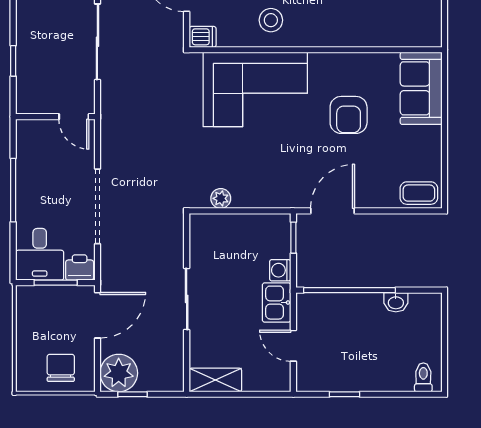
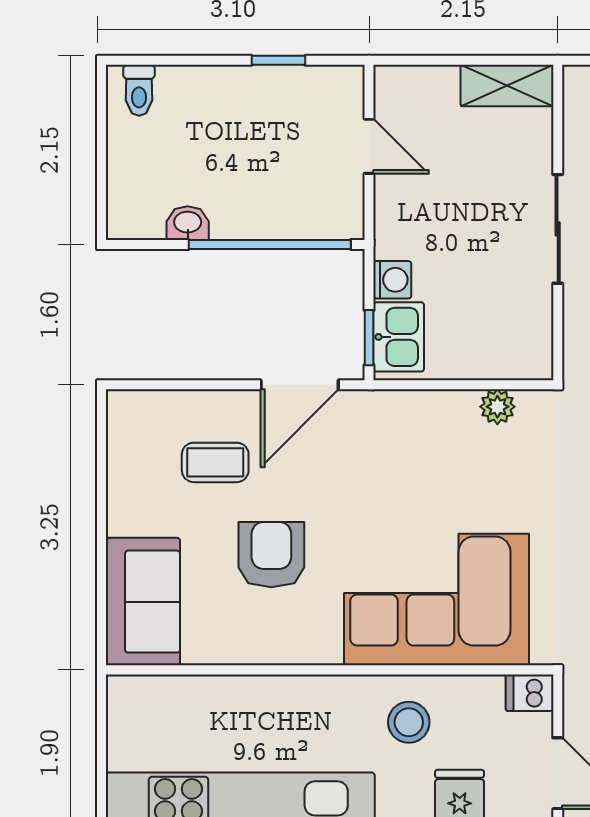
coffee table: (419, 193) -> (215, 462), moved
kitchen sink: (277, 303) -> (399, 337), moved

